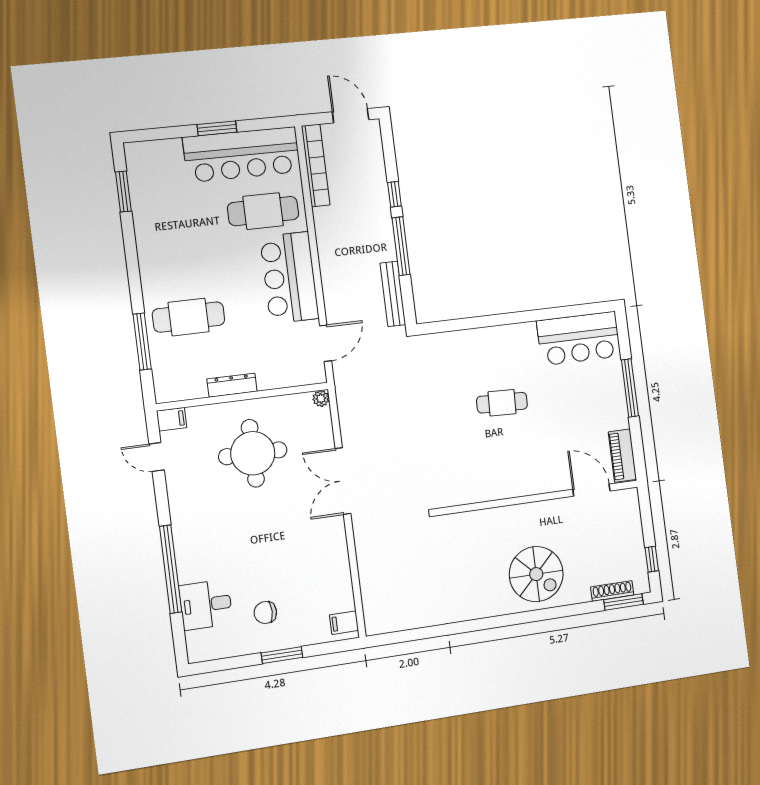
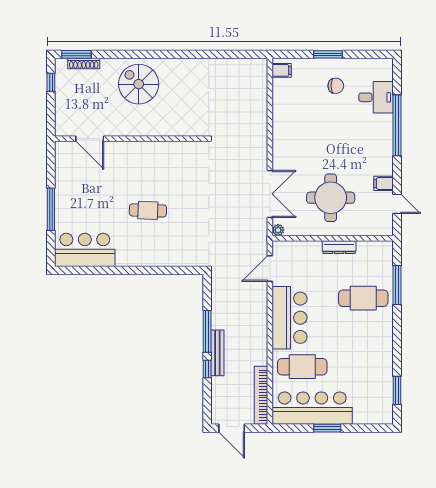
bench: (393, 294) -> (217, 353), moved
filing cabinet: (172, 419) -> (384, 183), moved
piano: (622, 456) -> (63, 161), removed
double door: (343, 481) -> (270, 194), moved

